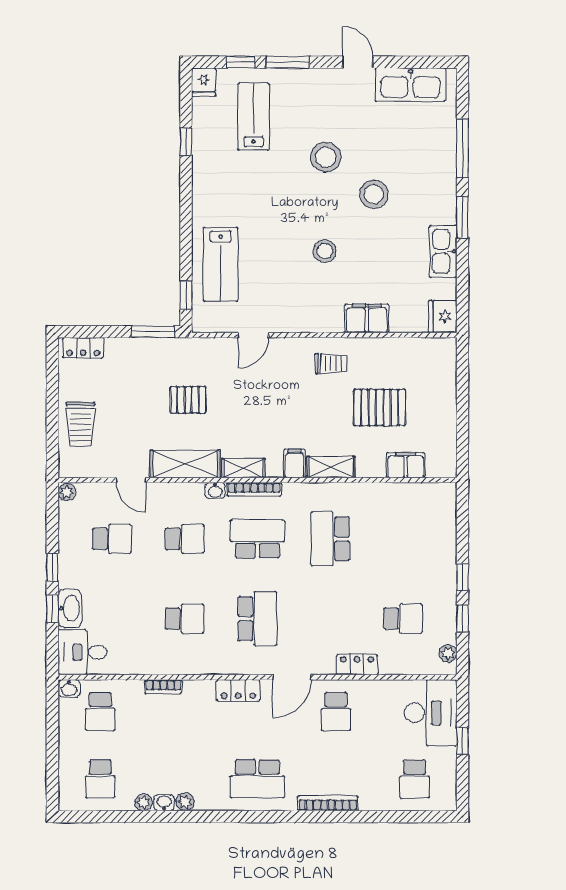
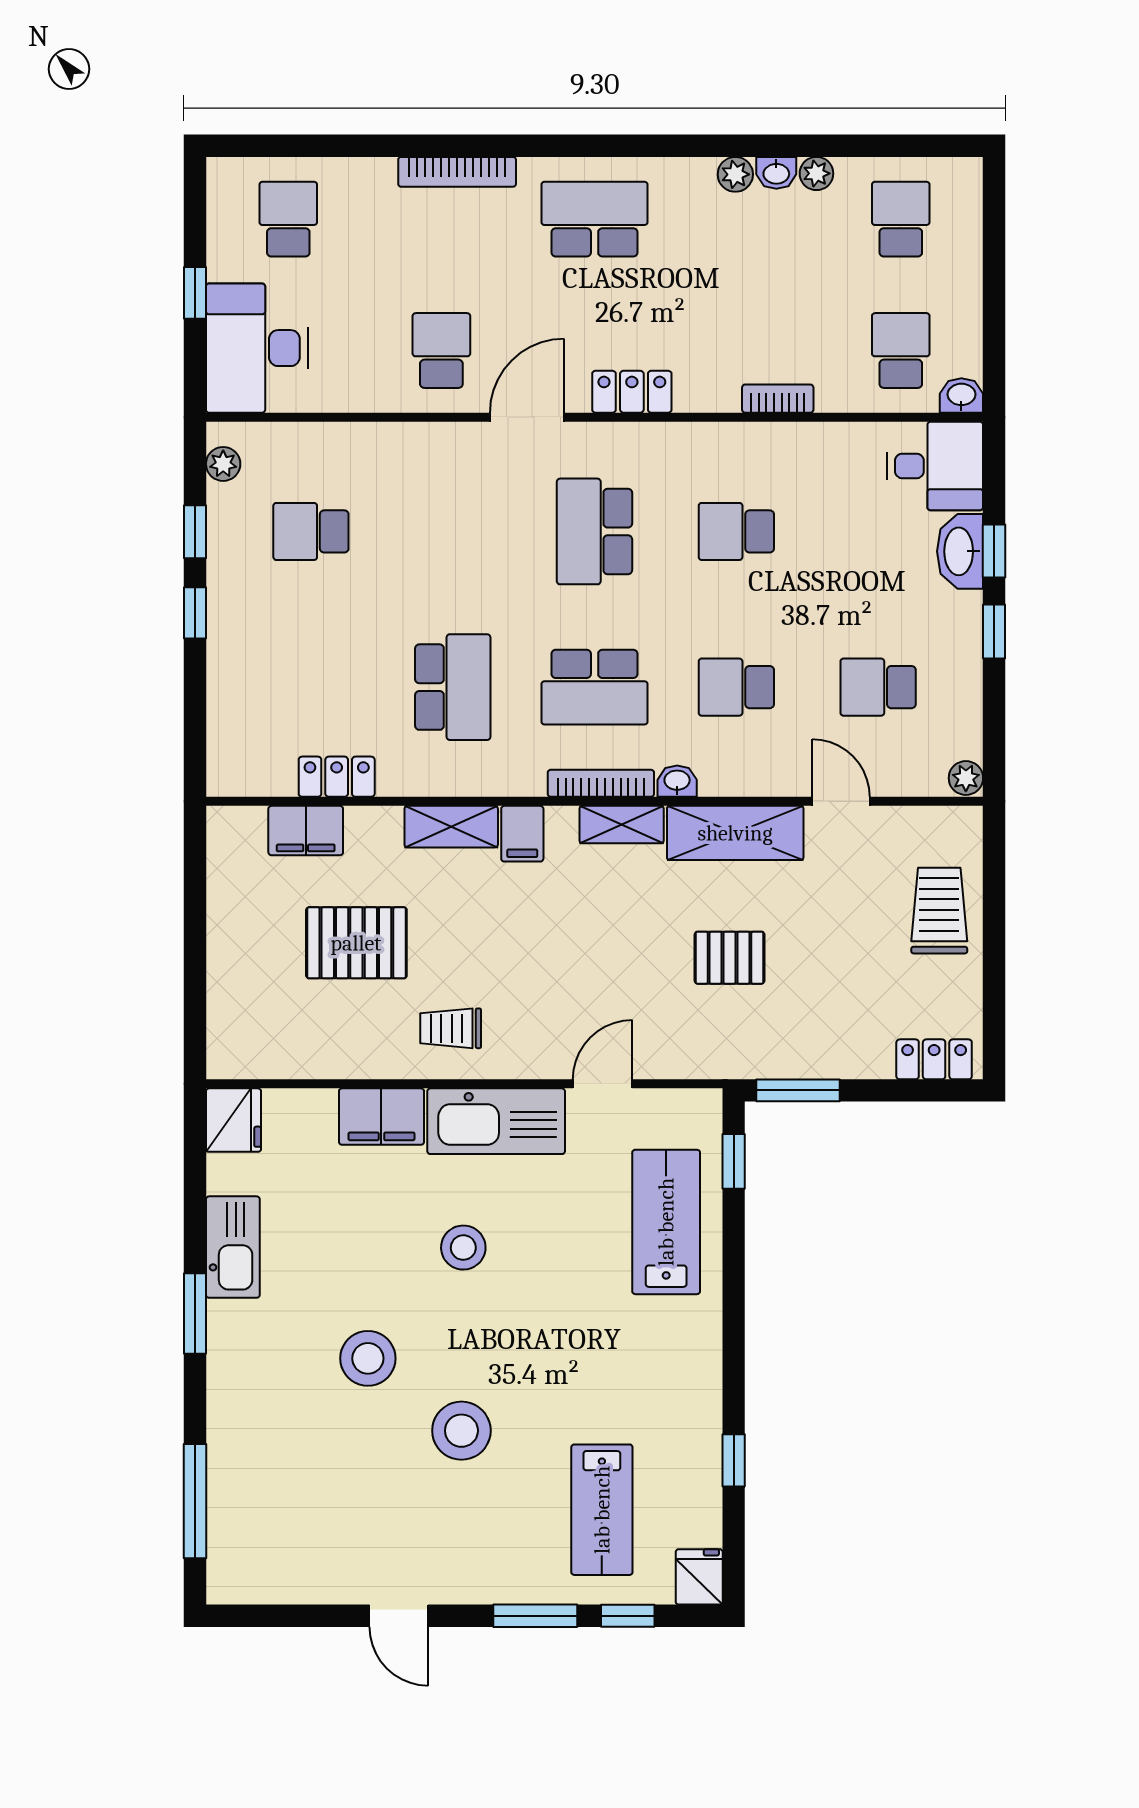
kitchen sink: (410, 85) -> (496, 1121), moved, turned 180
window: (462, 148) -> (195, 1501), moved
locker: (357, 665) -> (337, 777), moved, turned 180

